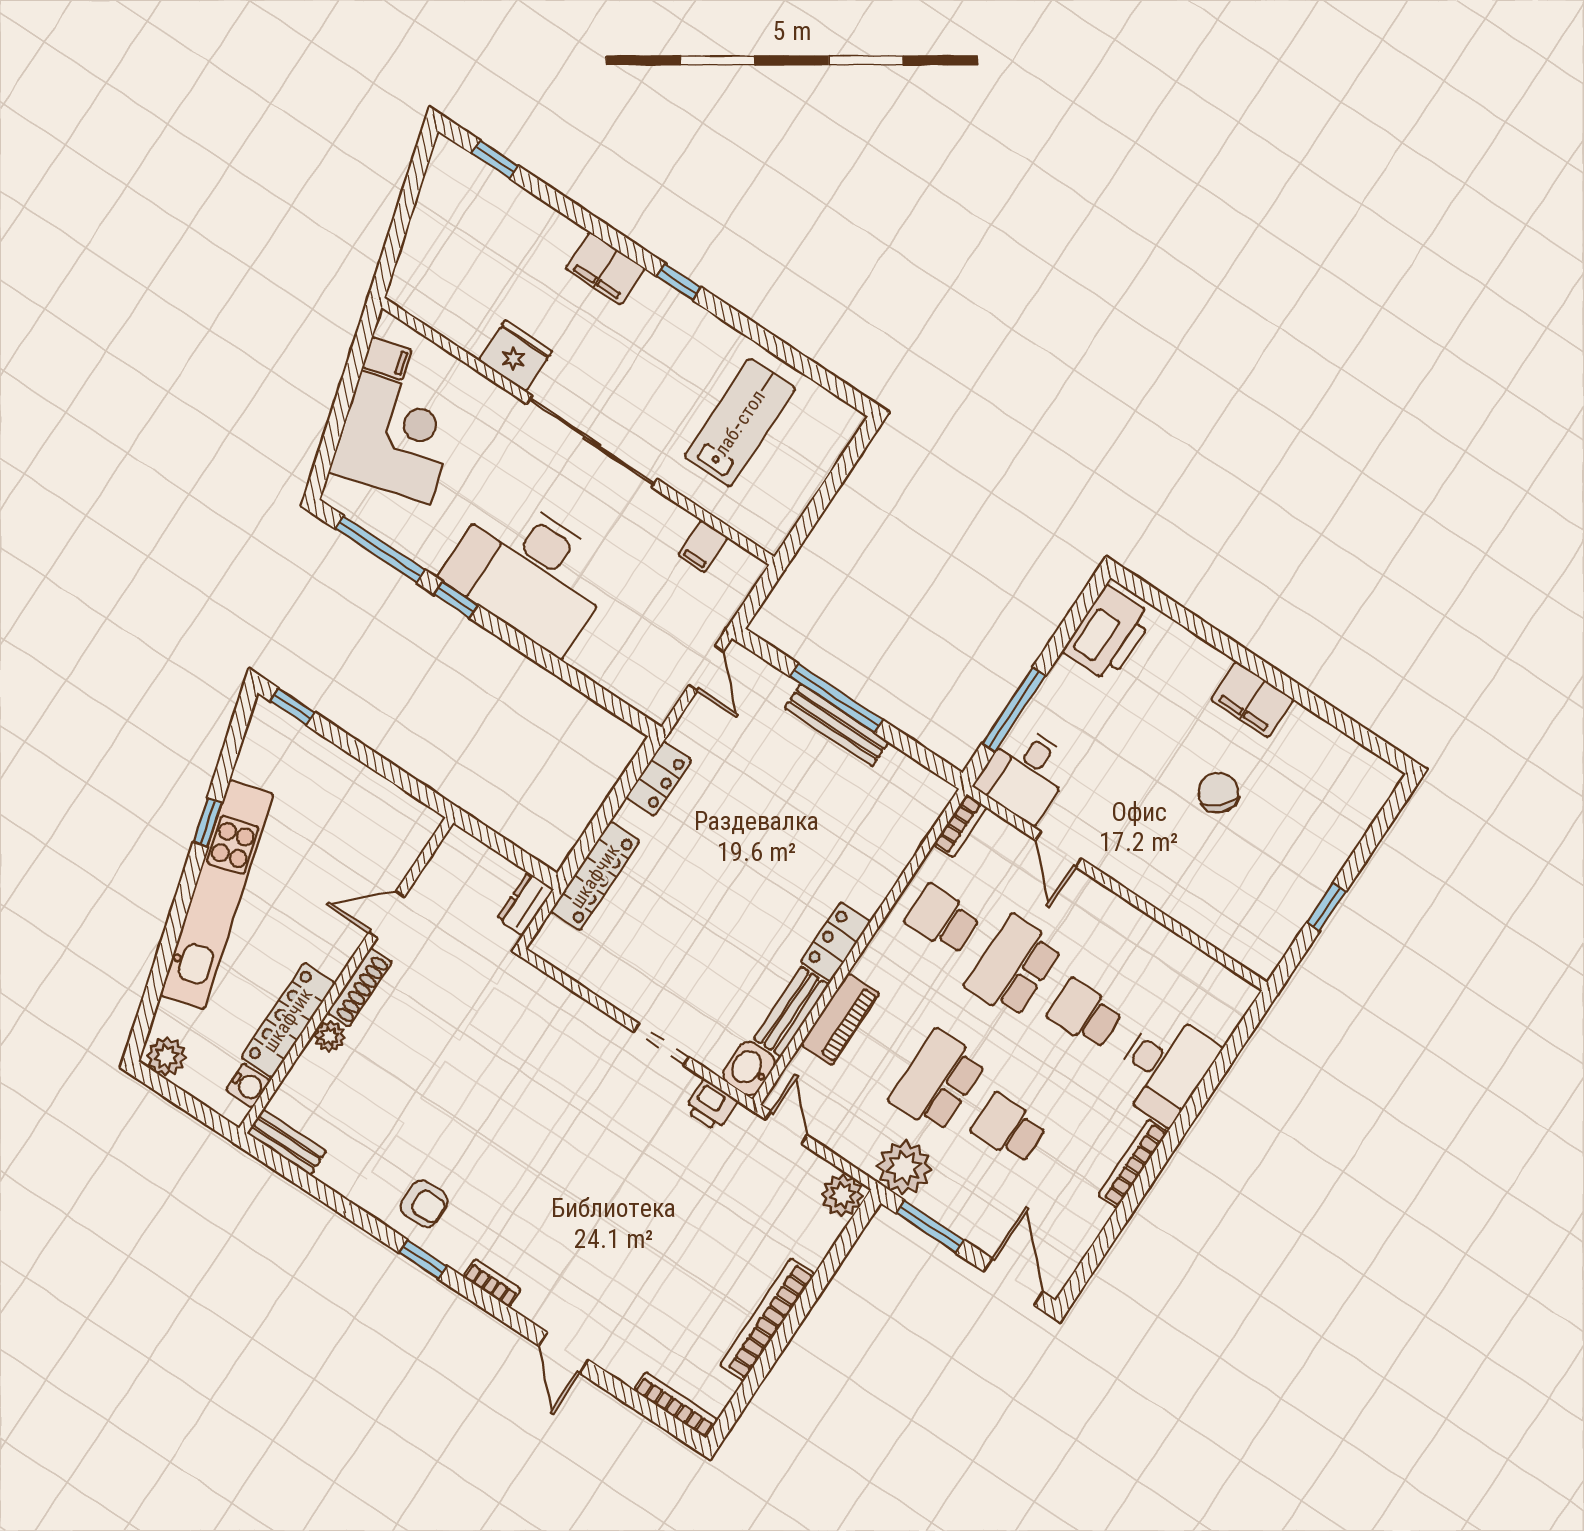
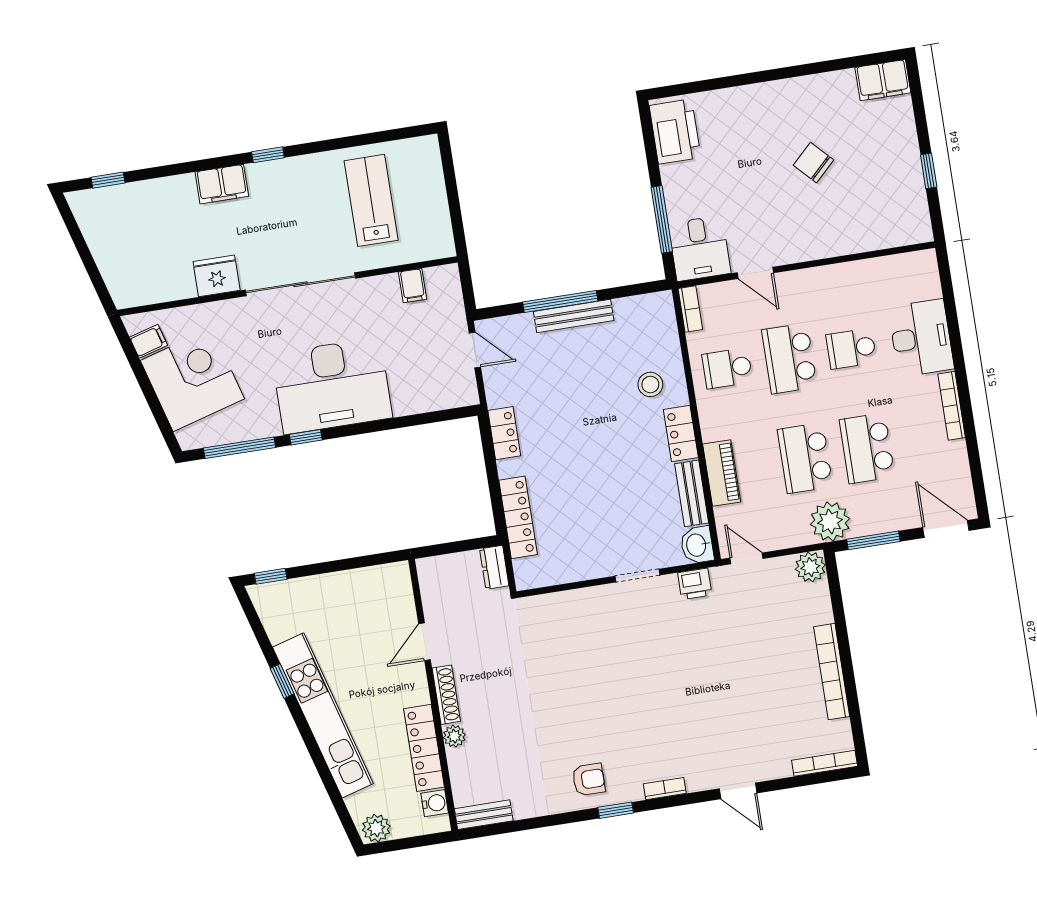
filing cabinet: (1252, 700) -> (883, 80), moved
stool: (850, 865) -> (650, 384), added
school desk: (1009, 1128) -> (867, 448), width x1.85

